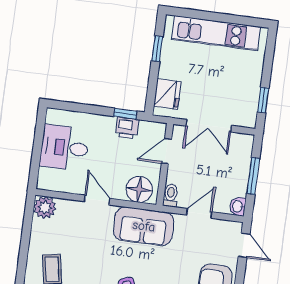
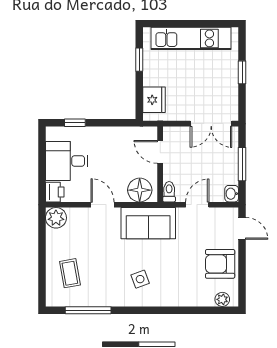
window: (263, 100) -> (242, 72), moved
window: (125, 114) -> (75, 123), moved
double door: (209, 126) -> (211, 124), moved
printer: (127, 128) -> (55, 192), moved, turned -90
door: (166, 151) -> (160, 152), hinge flipped

